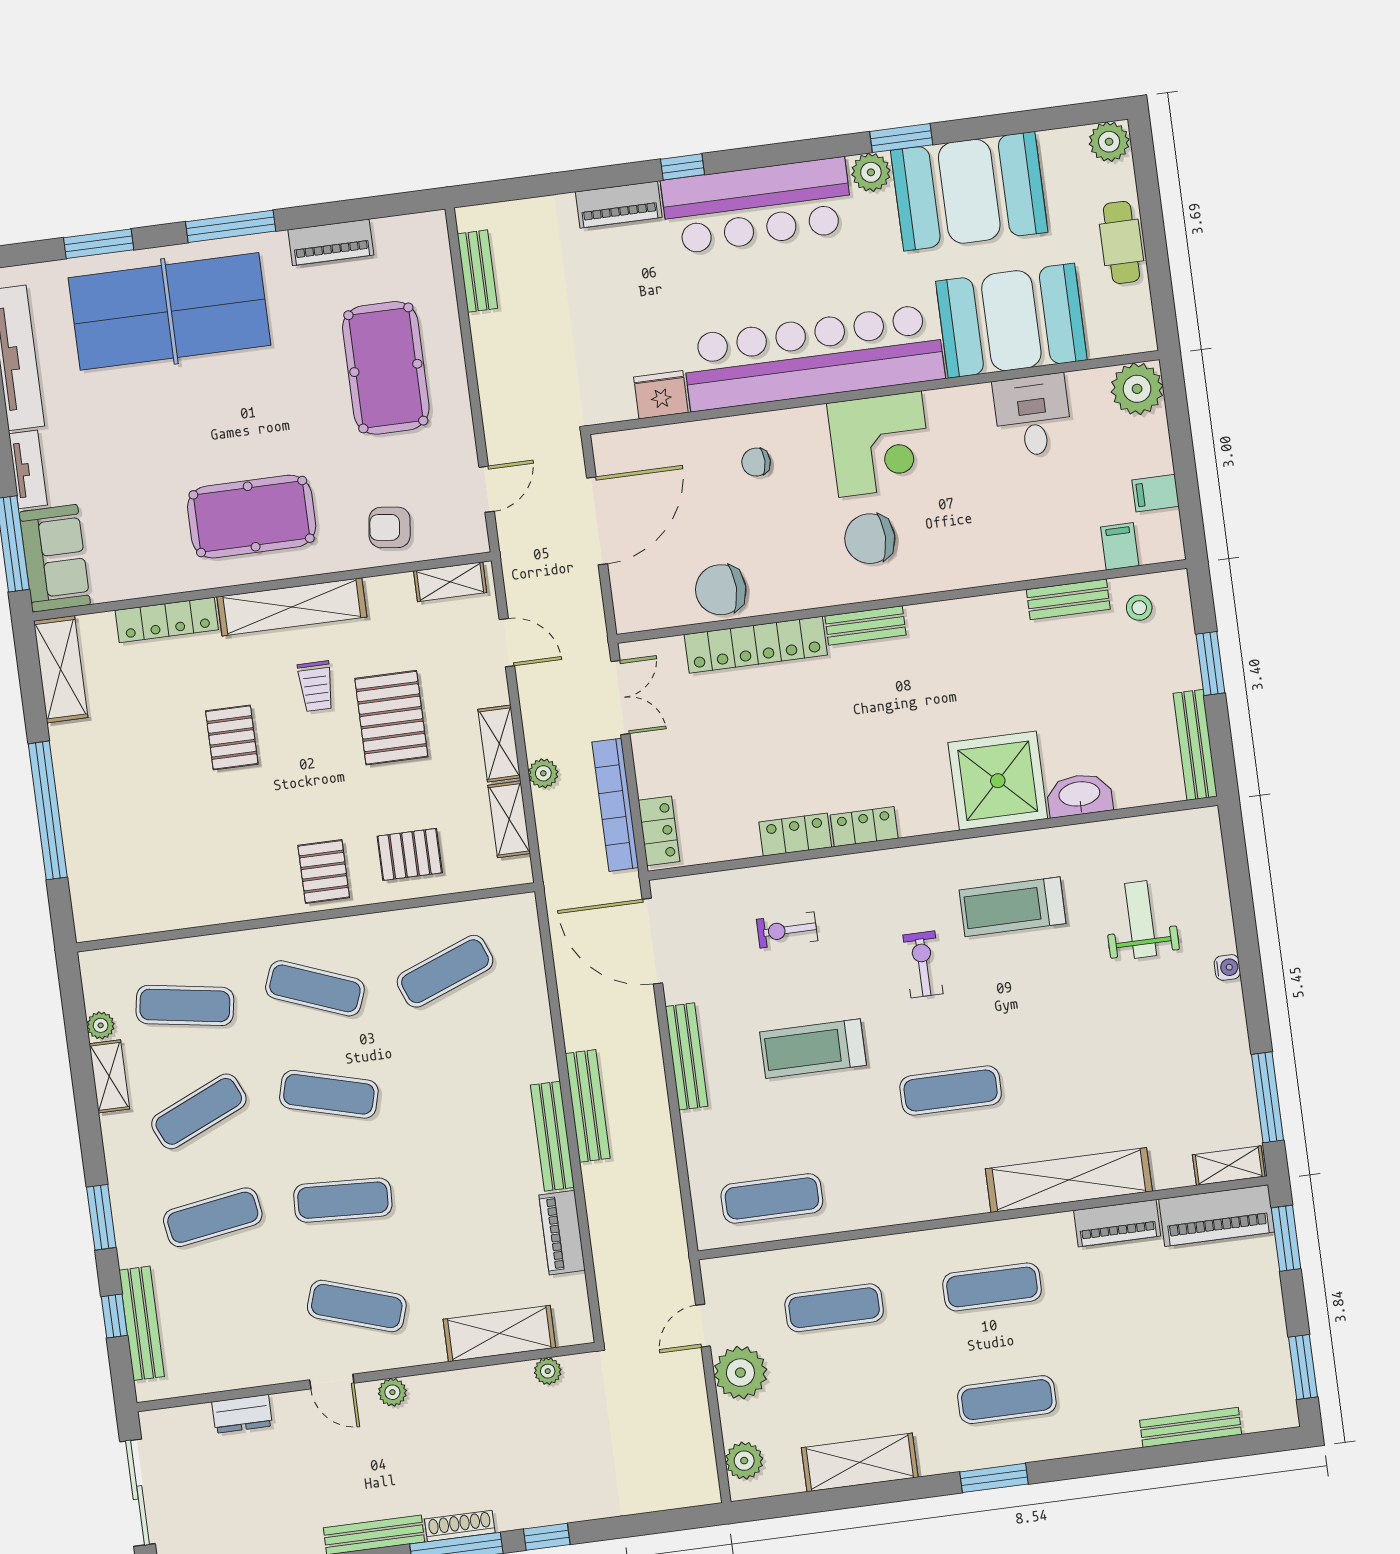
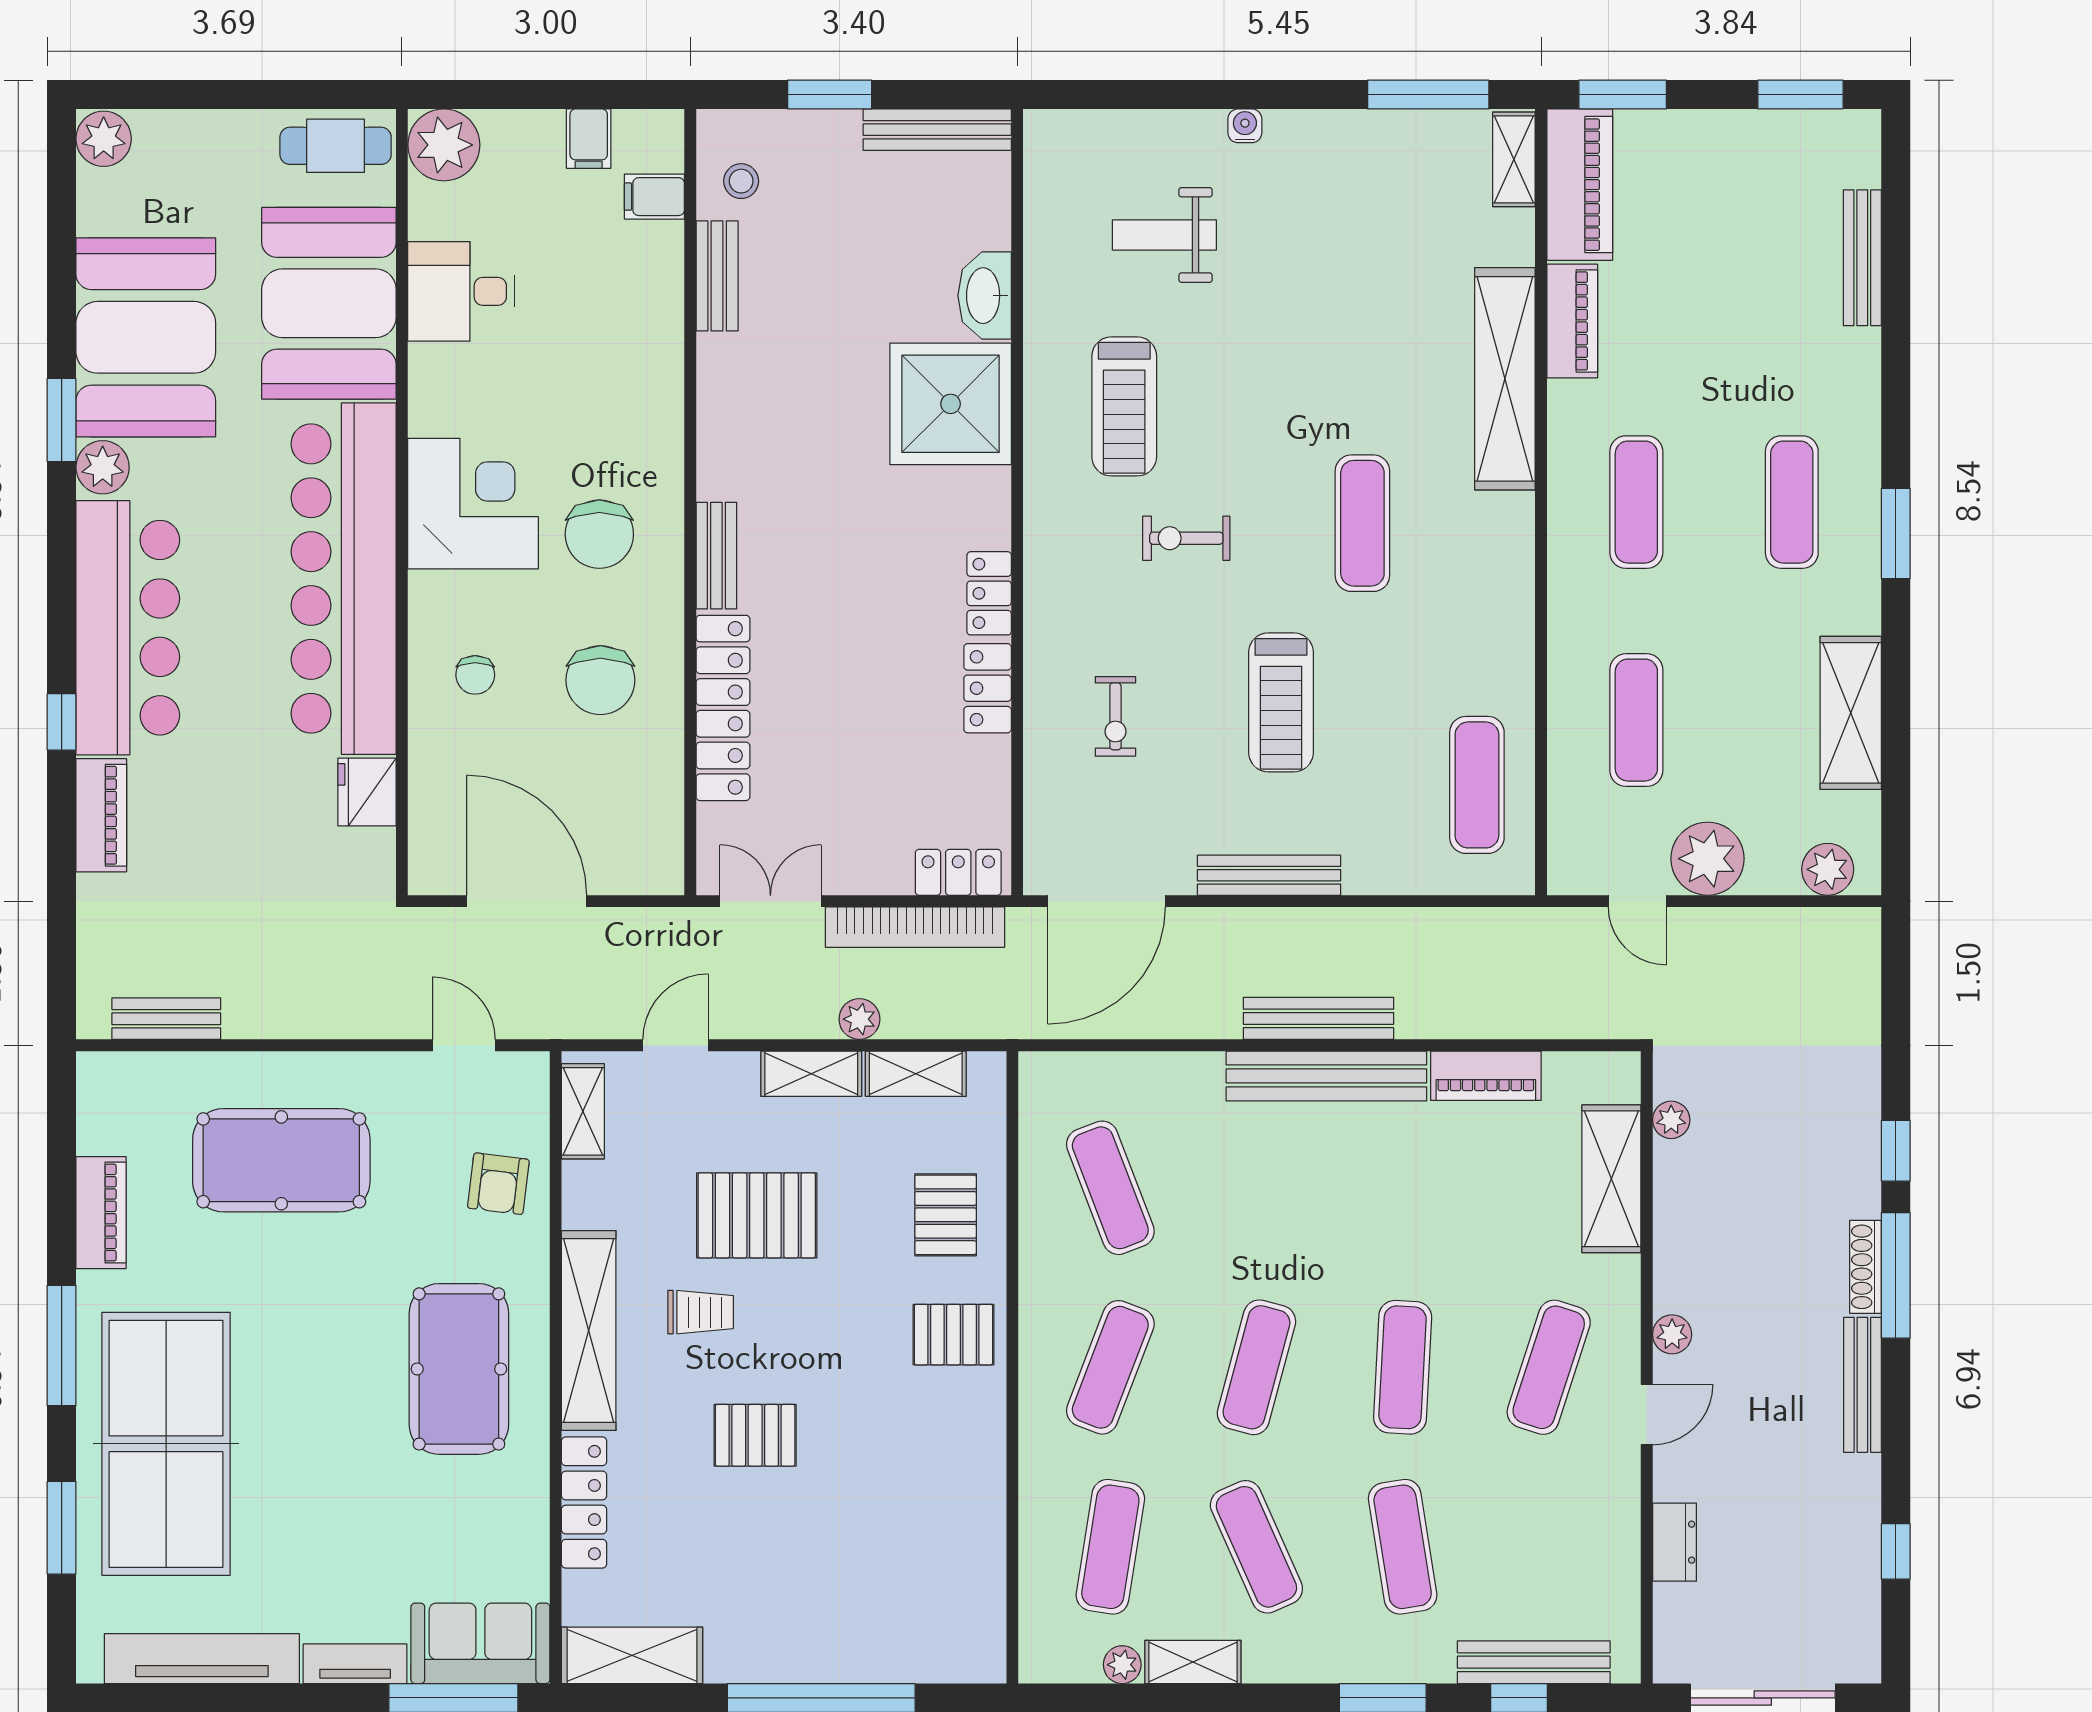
cafe table: (1121, 242) -> (336, 146), moved
chair: (721, 590) -> (600, 680), moved
bench: (552, 1136) -> (1326, 1076), width x1.37, depth x1.21

